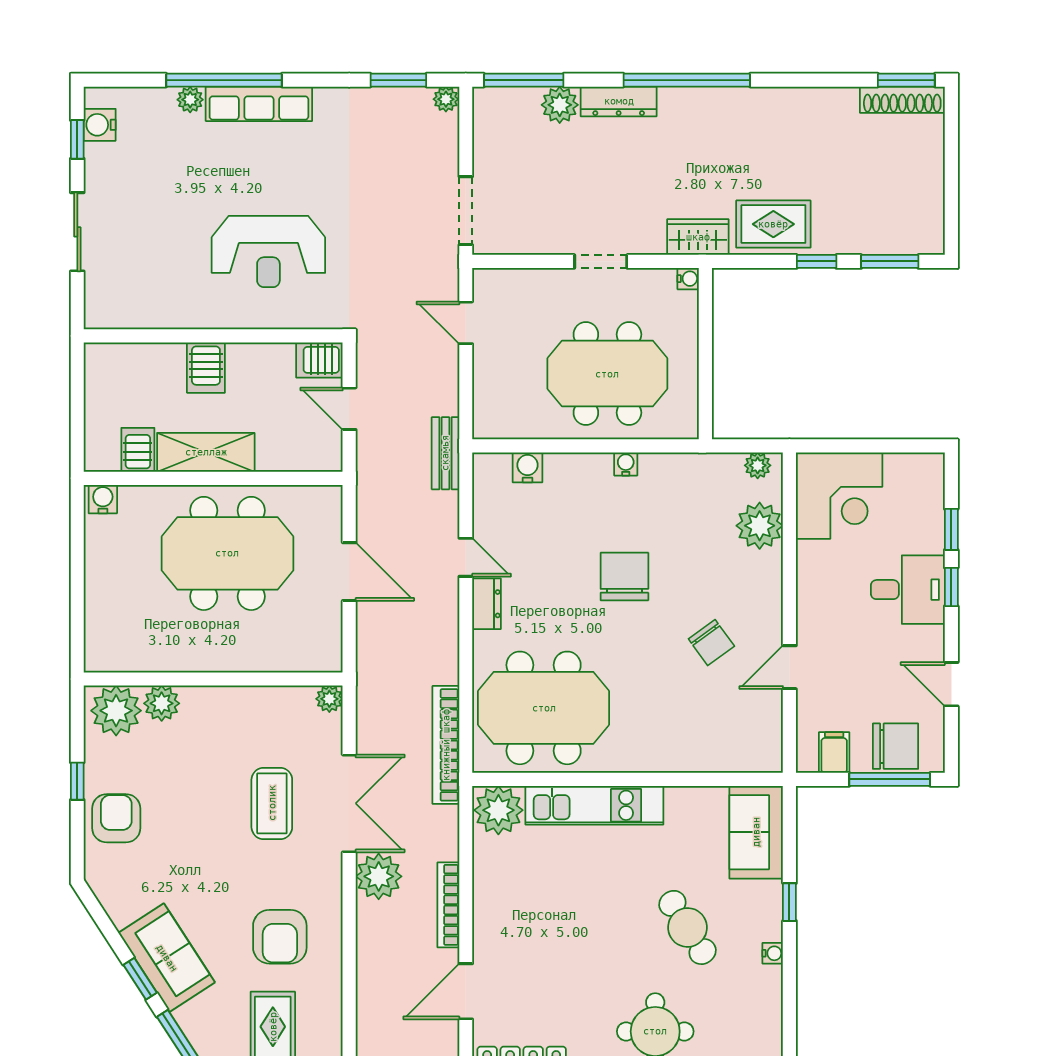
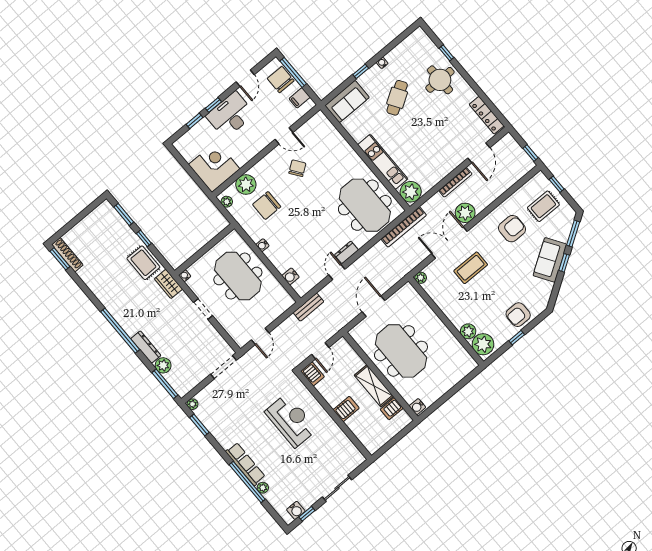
chair: (624, 576) -> (267, 206), moved
desk: (908, 590) -> (230, 115), width x1.37
door: (466, 991) -> (479, 153), hinge flipped

